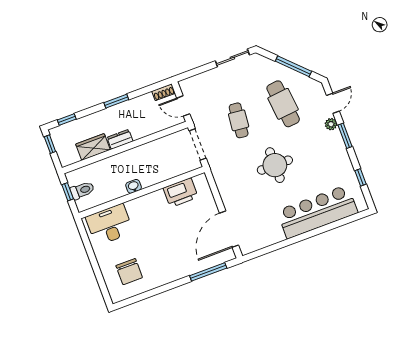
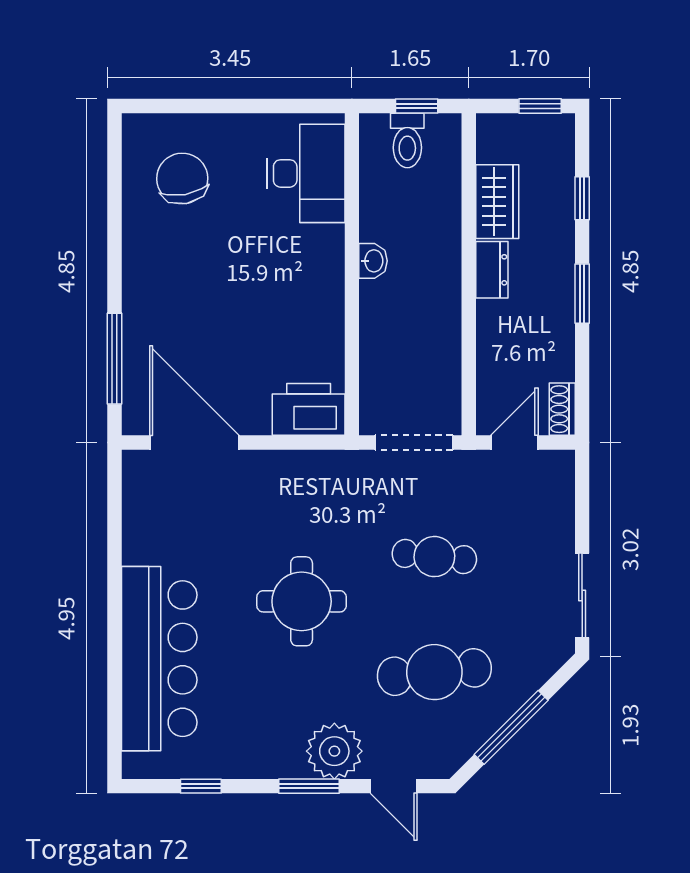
window: (67, 120) -> (582, 198), moved
plant: (331, 124) -> (334, 751), width x1.88, depth x1.88
printer: (181, 193) -> (309, 409), moved, turned 90
chair: (129, 272) -> (182, 179), turned 80

